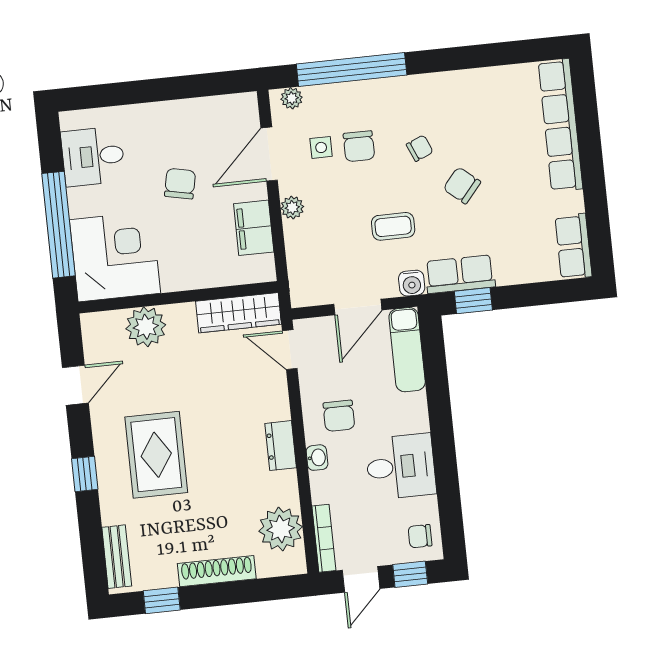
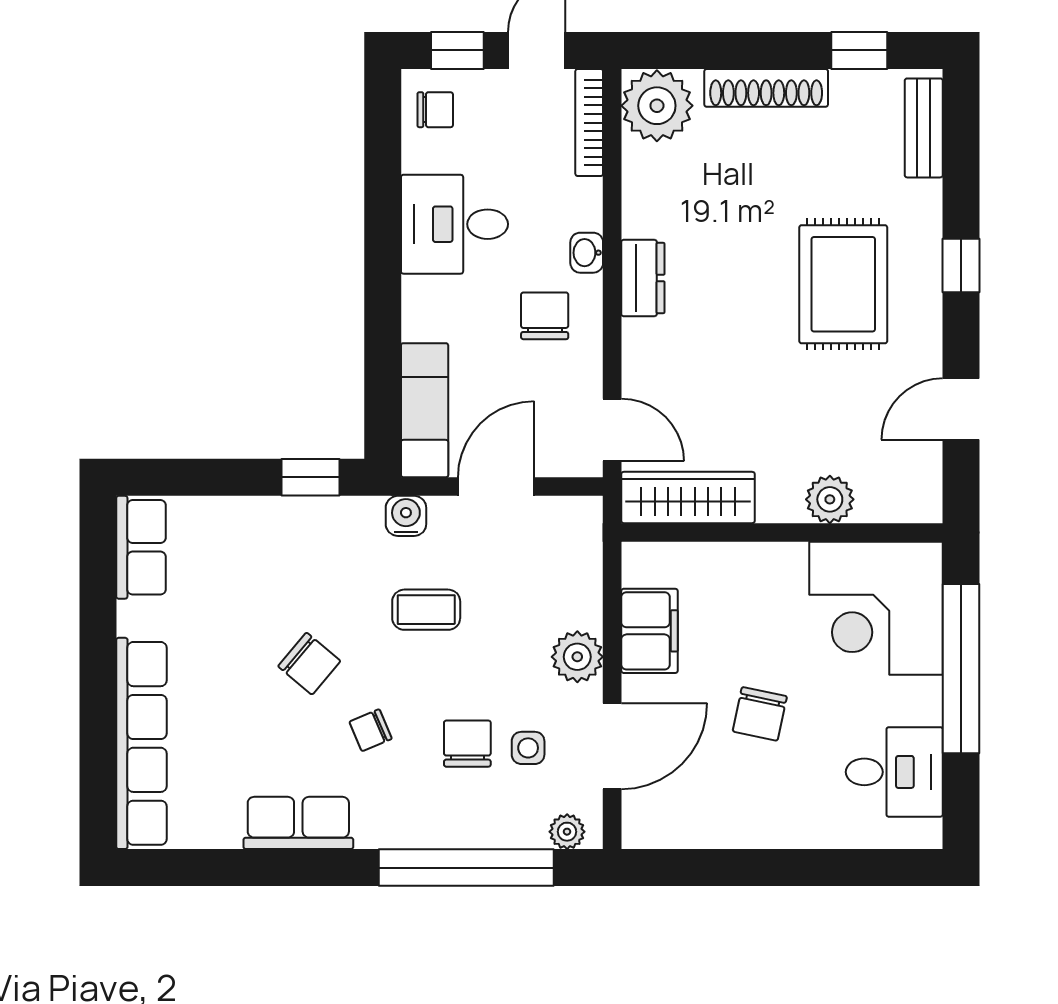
plant: (292, 208) -> (577, 657), width x1.38, depth x1.38
row of seats: (460, 274) -> (298, 823), moved, turned 180
plant: (146, 327) -> (830, 499), width x0.73, depth x0.73
plant: (281, 529) -> (657, 106), moved

